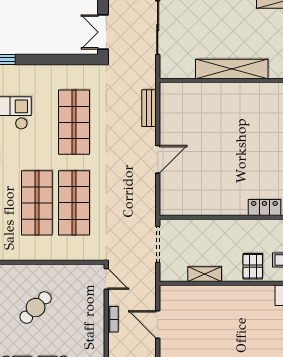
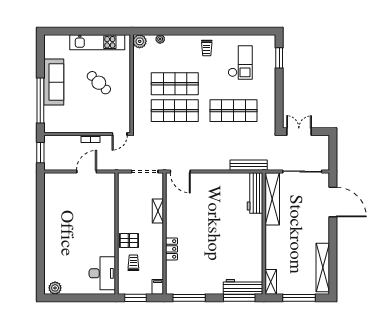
shelving: (232, 69) -> (272, 199), moved
workbench: (187, 93) -> (255, 193), added
bench: (149, 108) -> (249, 165), width x1.36
door: (158, 159) -> (180, 171), moved
shelving: (205, 274) -> (158, 211), moved

